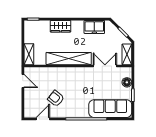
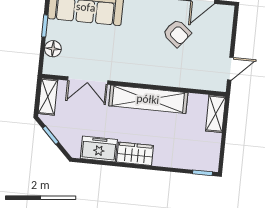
wardrobe: (61, 26) -> (135, 154), moved
door: (23, 81) -> (230, 69), swing flipped

